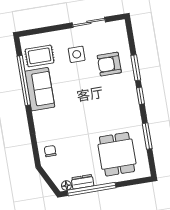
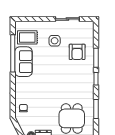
armchair: (109, 64) -> (77, 52), turned -90

